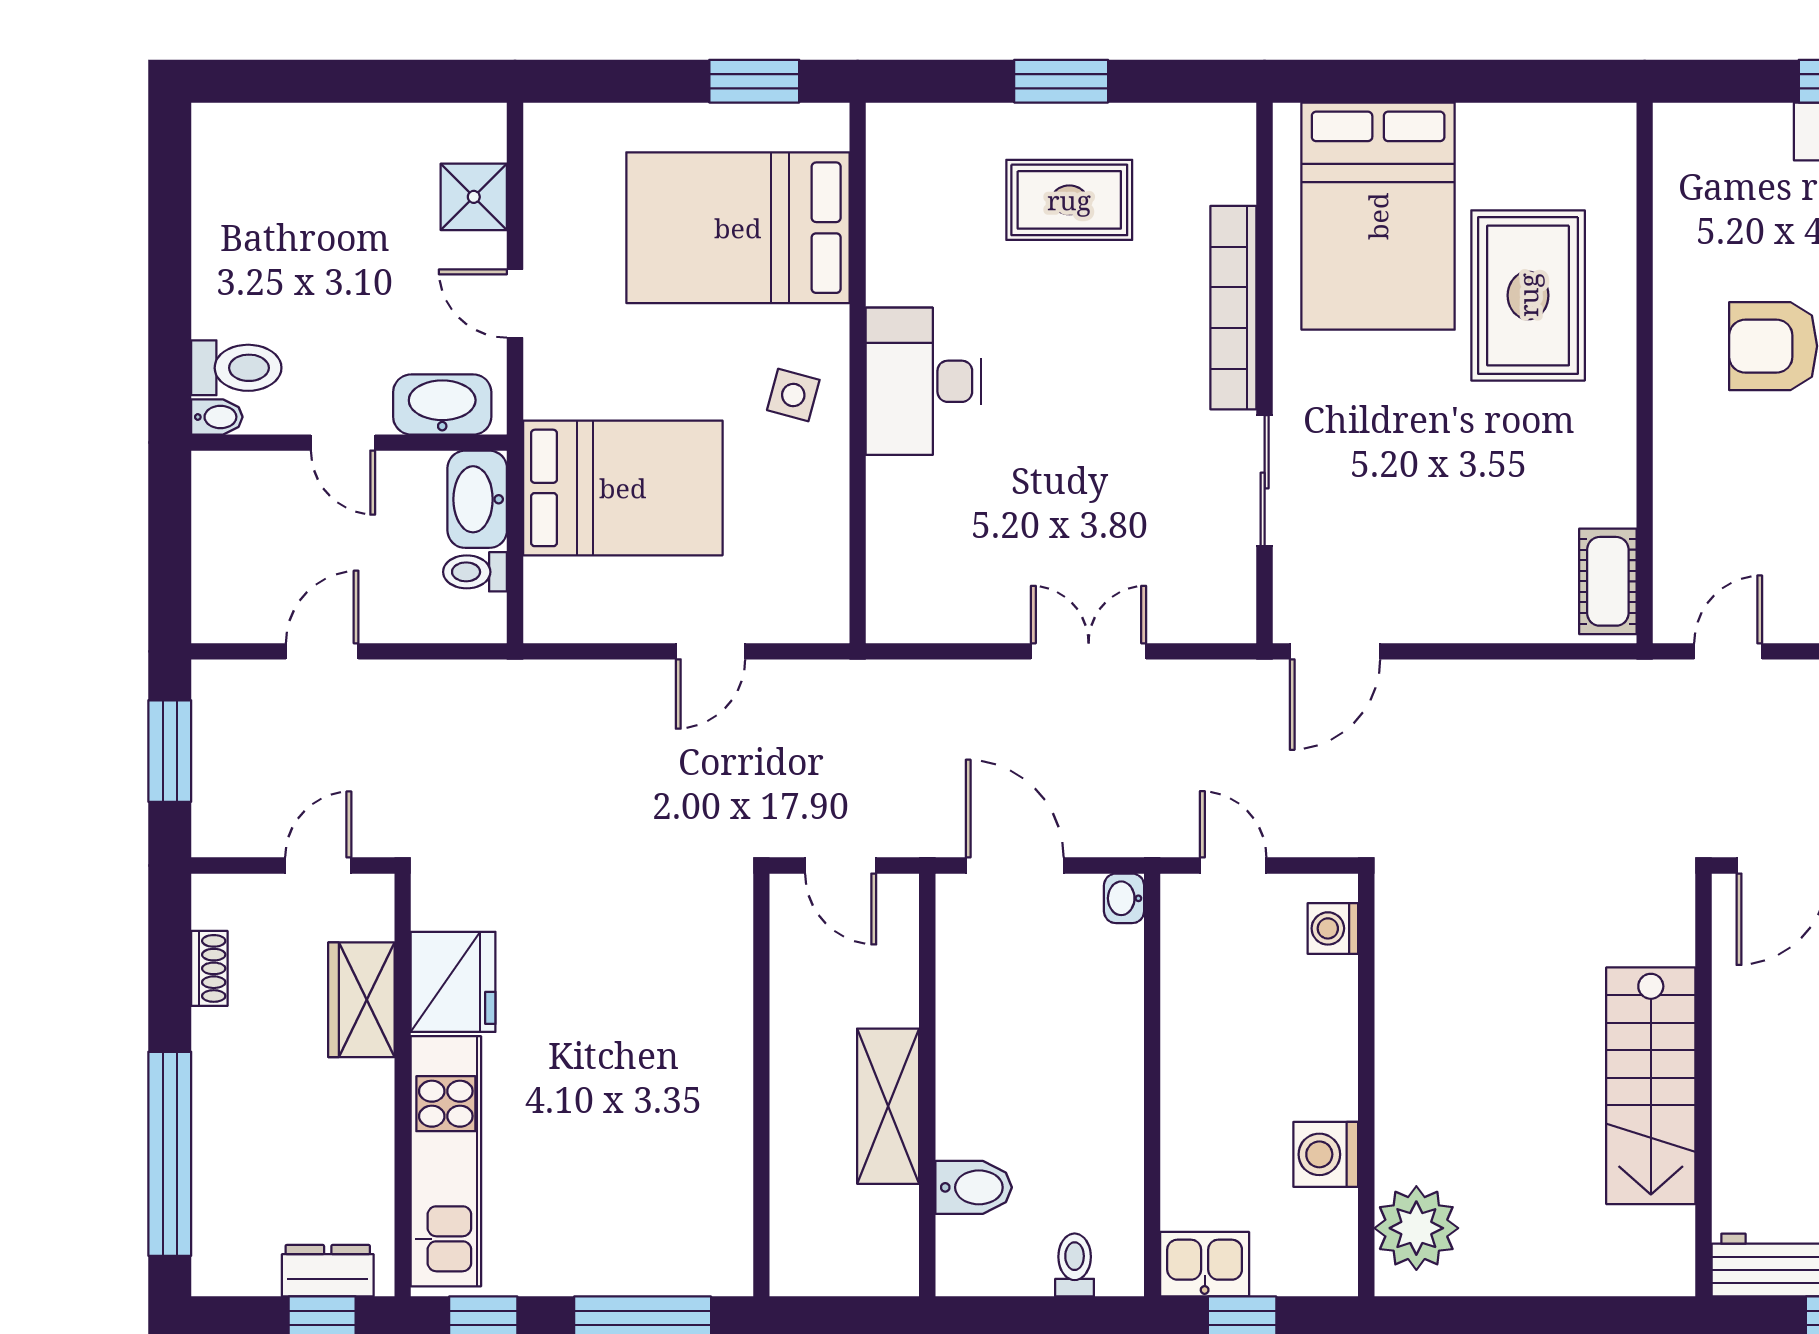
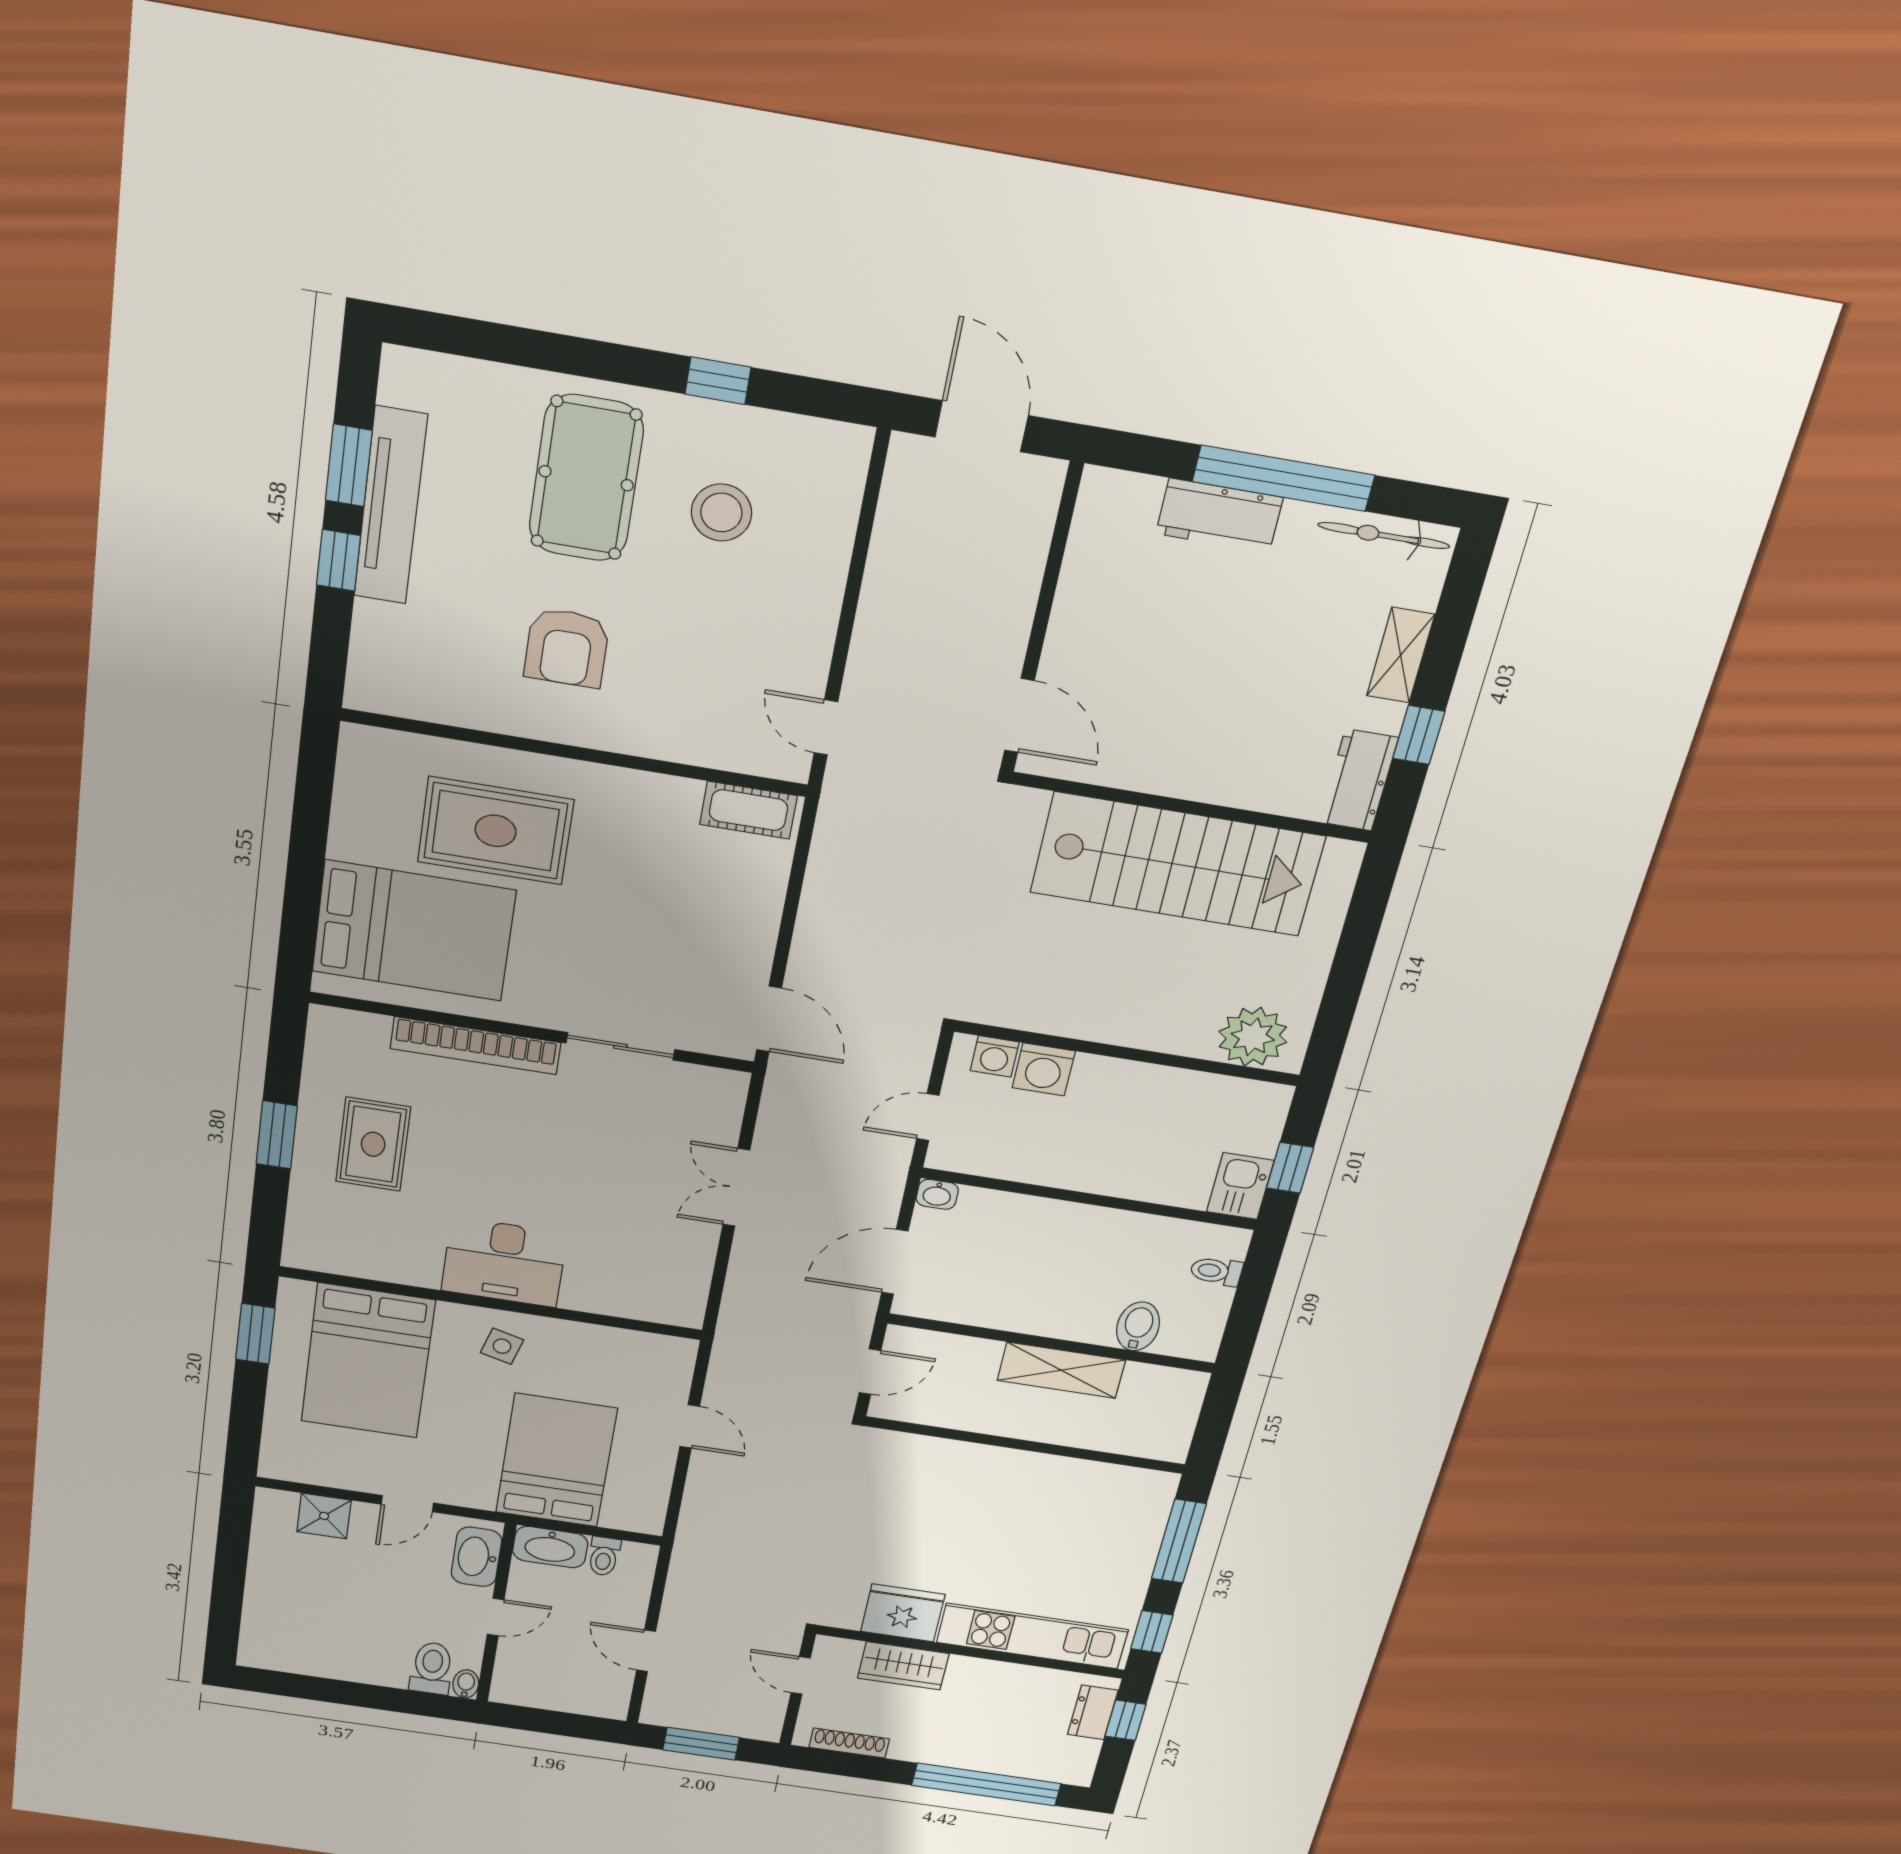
shoe rack: (209, 968) -> (849, 1743), width x1.43
stairs: (1651, 1086) -> (1177, 864), width x1.36, depth x1.51
washing machine: (1326, 1154) -> (1044, 1069), moved

